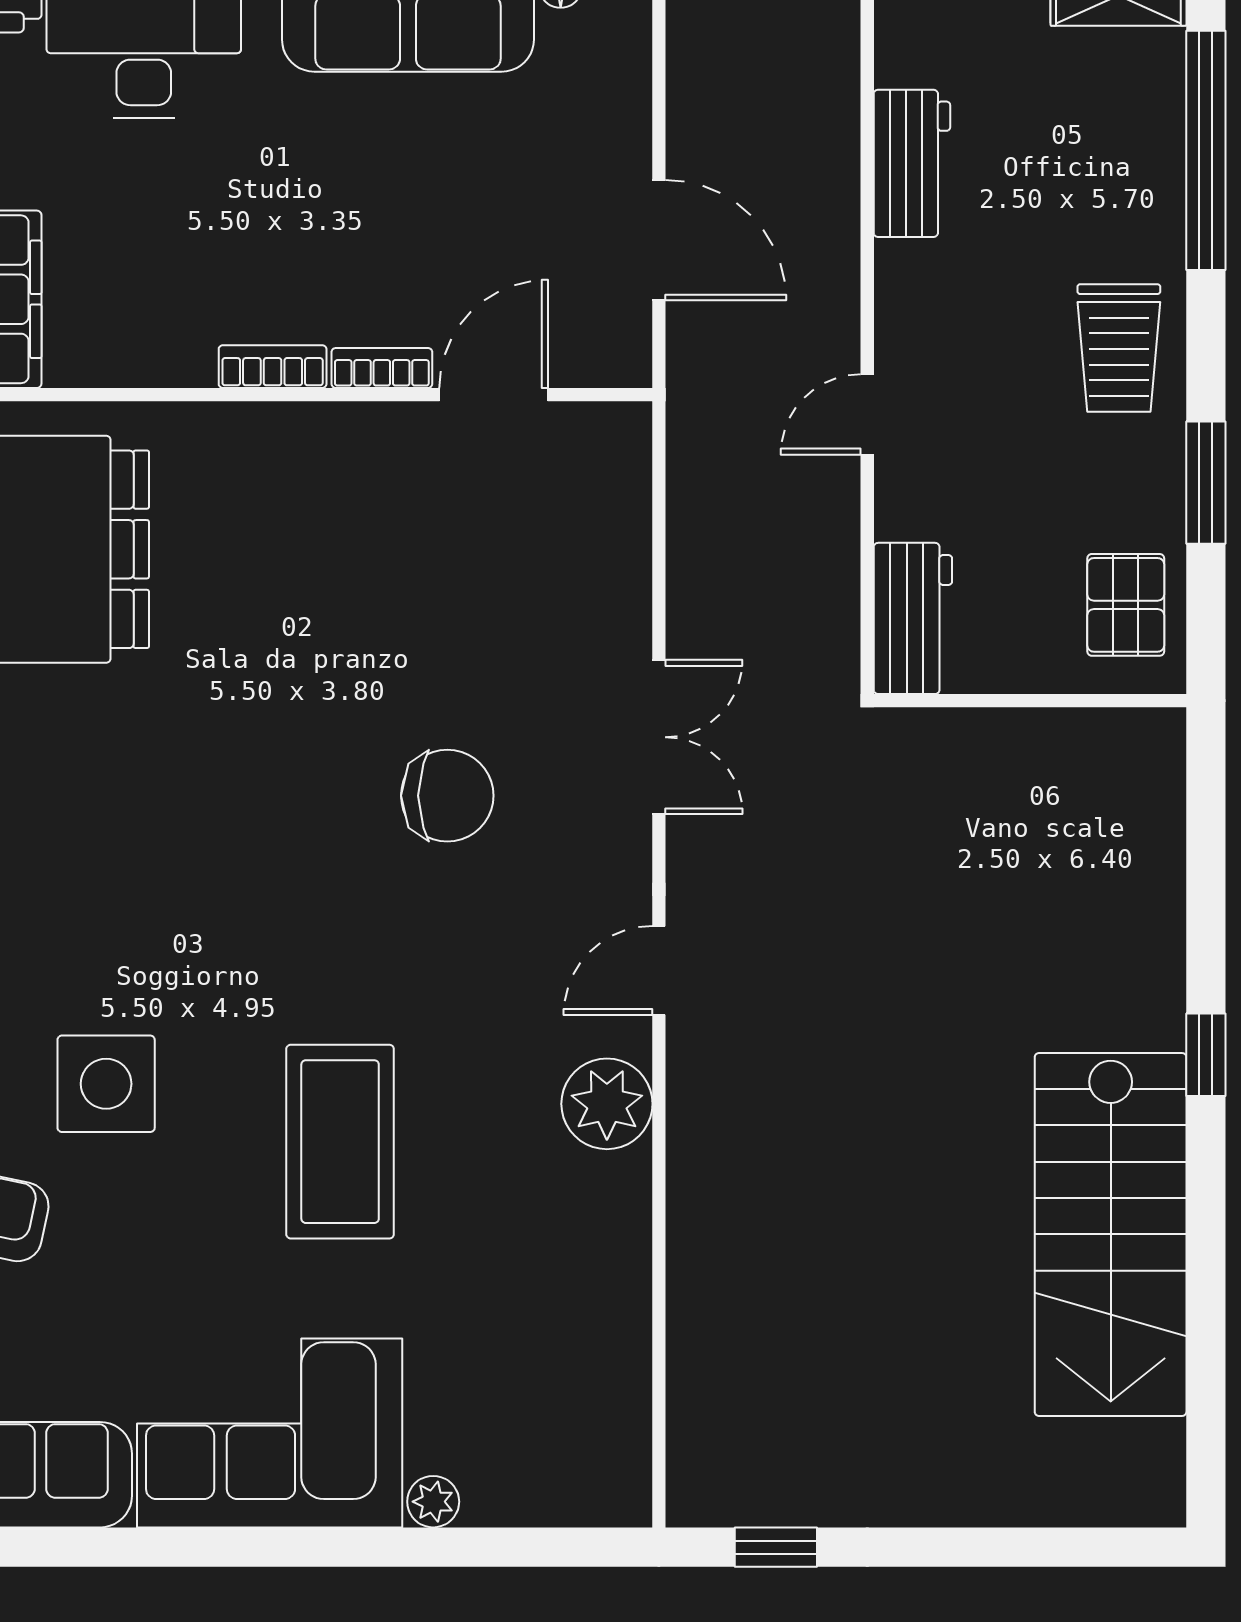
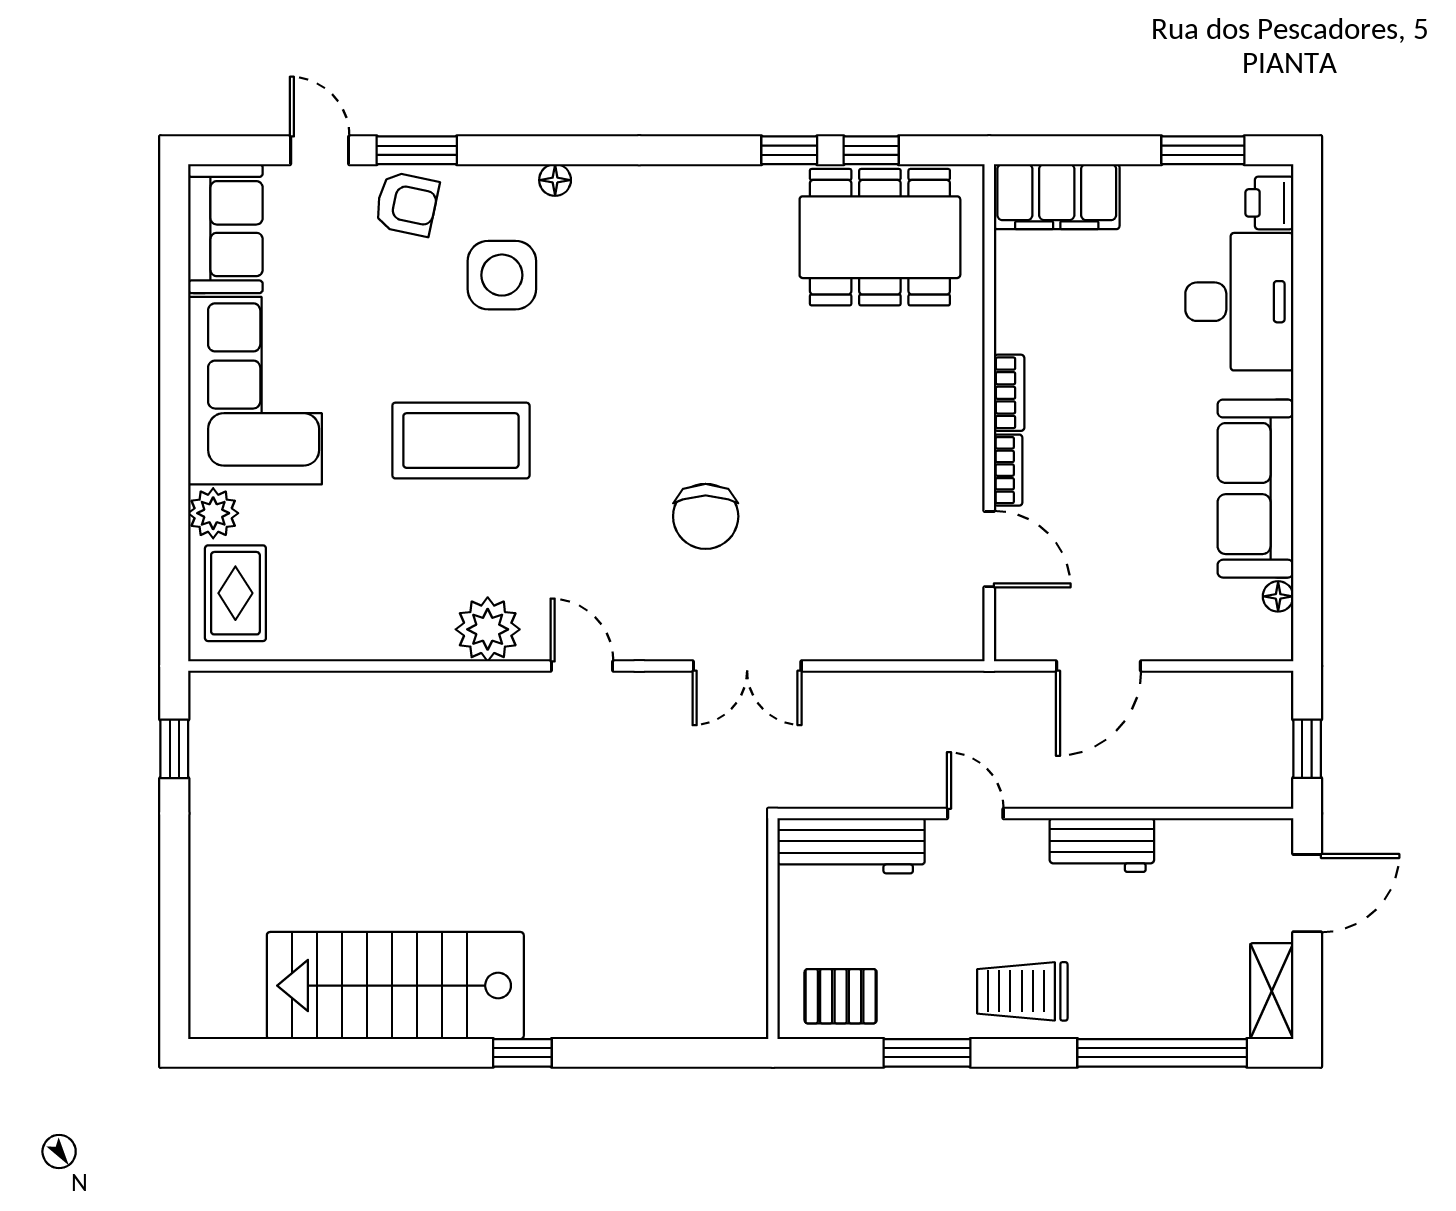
workbench: (912, 163) -> (1102, 845), moved
workbench: (913, 618) -> (851, 846), width x1.38
rug: (556, 1460) -> (235, 593), added
plant: (433, 1502) -> (213, 513), width x1.38, depth x1.38

